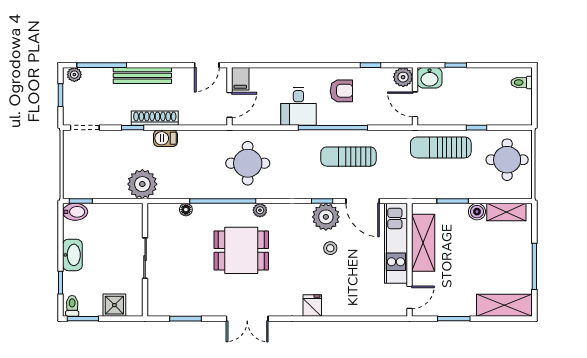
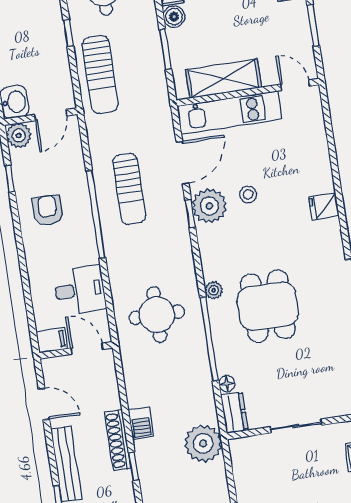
door: (207, 65) -> (44, 404), moved
desk: (298, 106) -> (80, 290), moved
dresser: (163, 212) -> (234, 413), added

